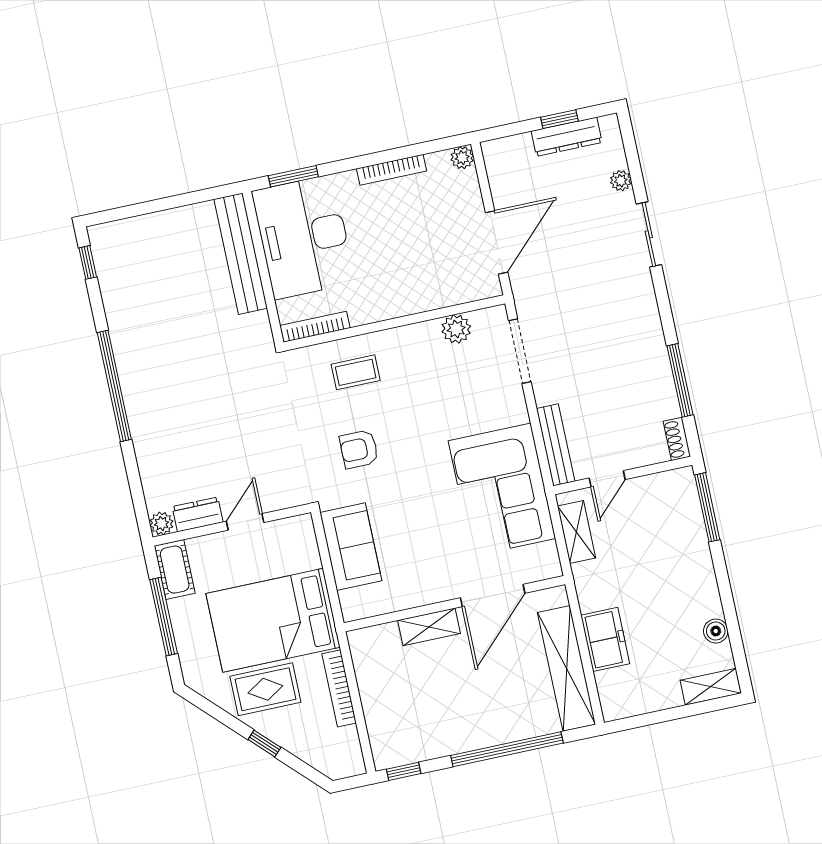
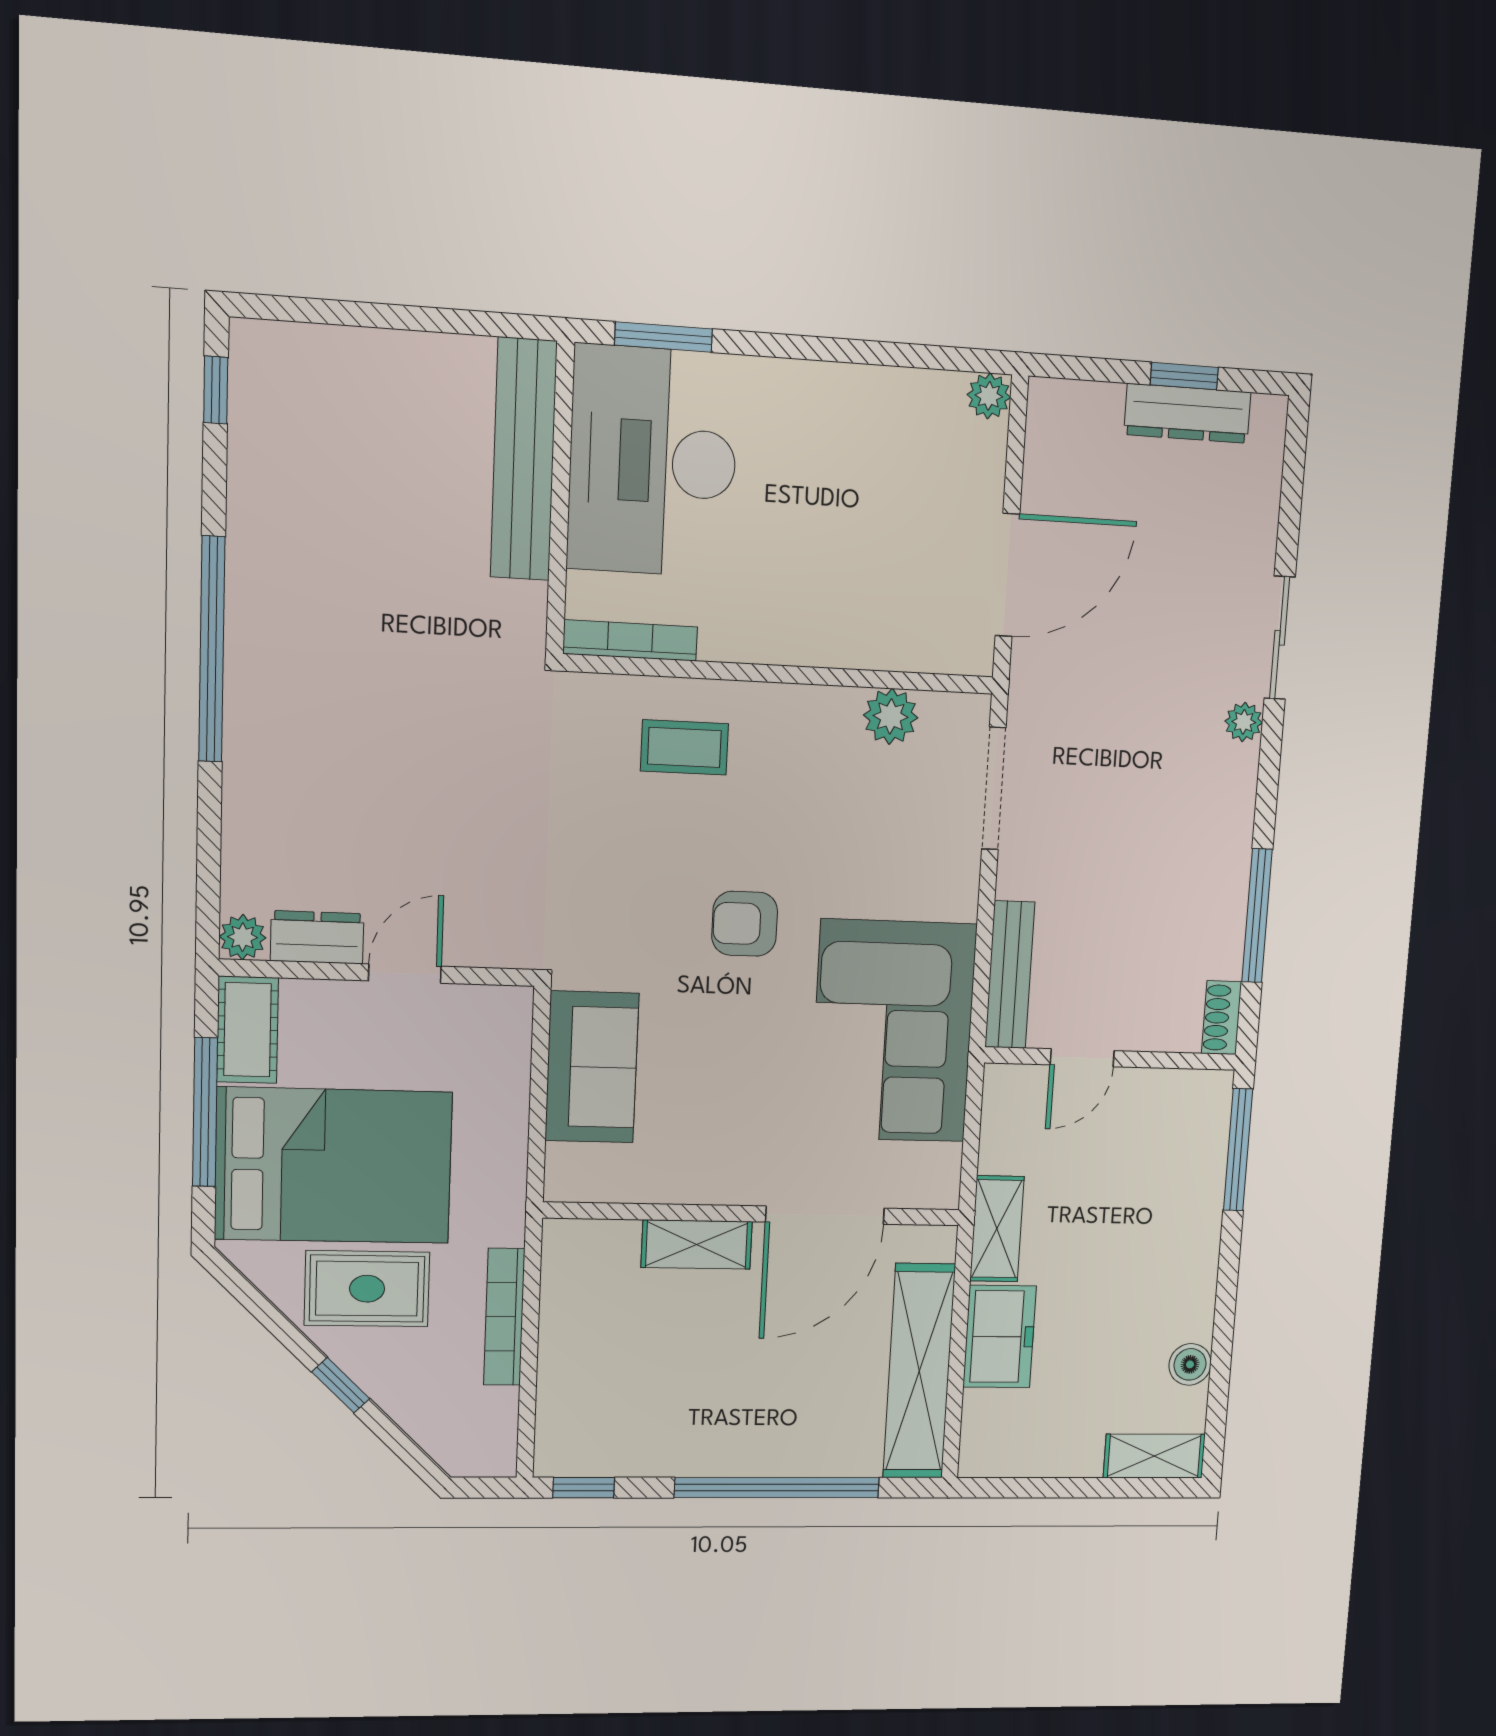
bookcase: (391, 170) -> (852, 380), removed
plant: (621, 181) -> (1244, 722), moved
armchair: (359, 449) -> (745, 924), moved
shelving: (577, 532) -> (997, 1229), moved
bed: (273, 620) -> (334, 1166), moved, turned 180

